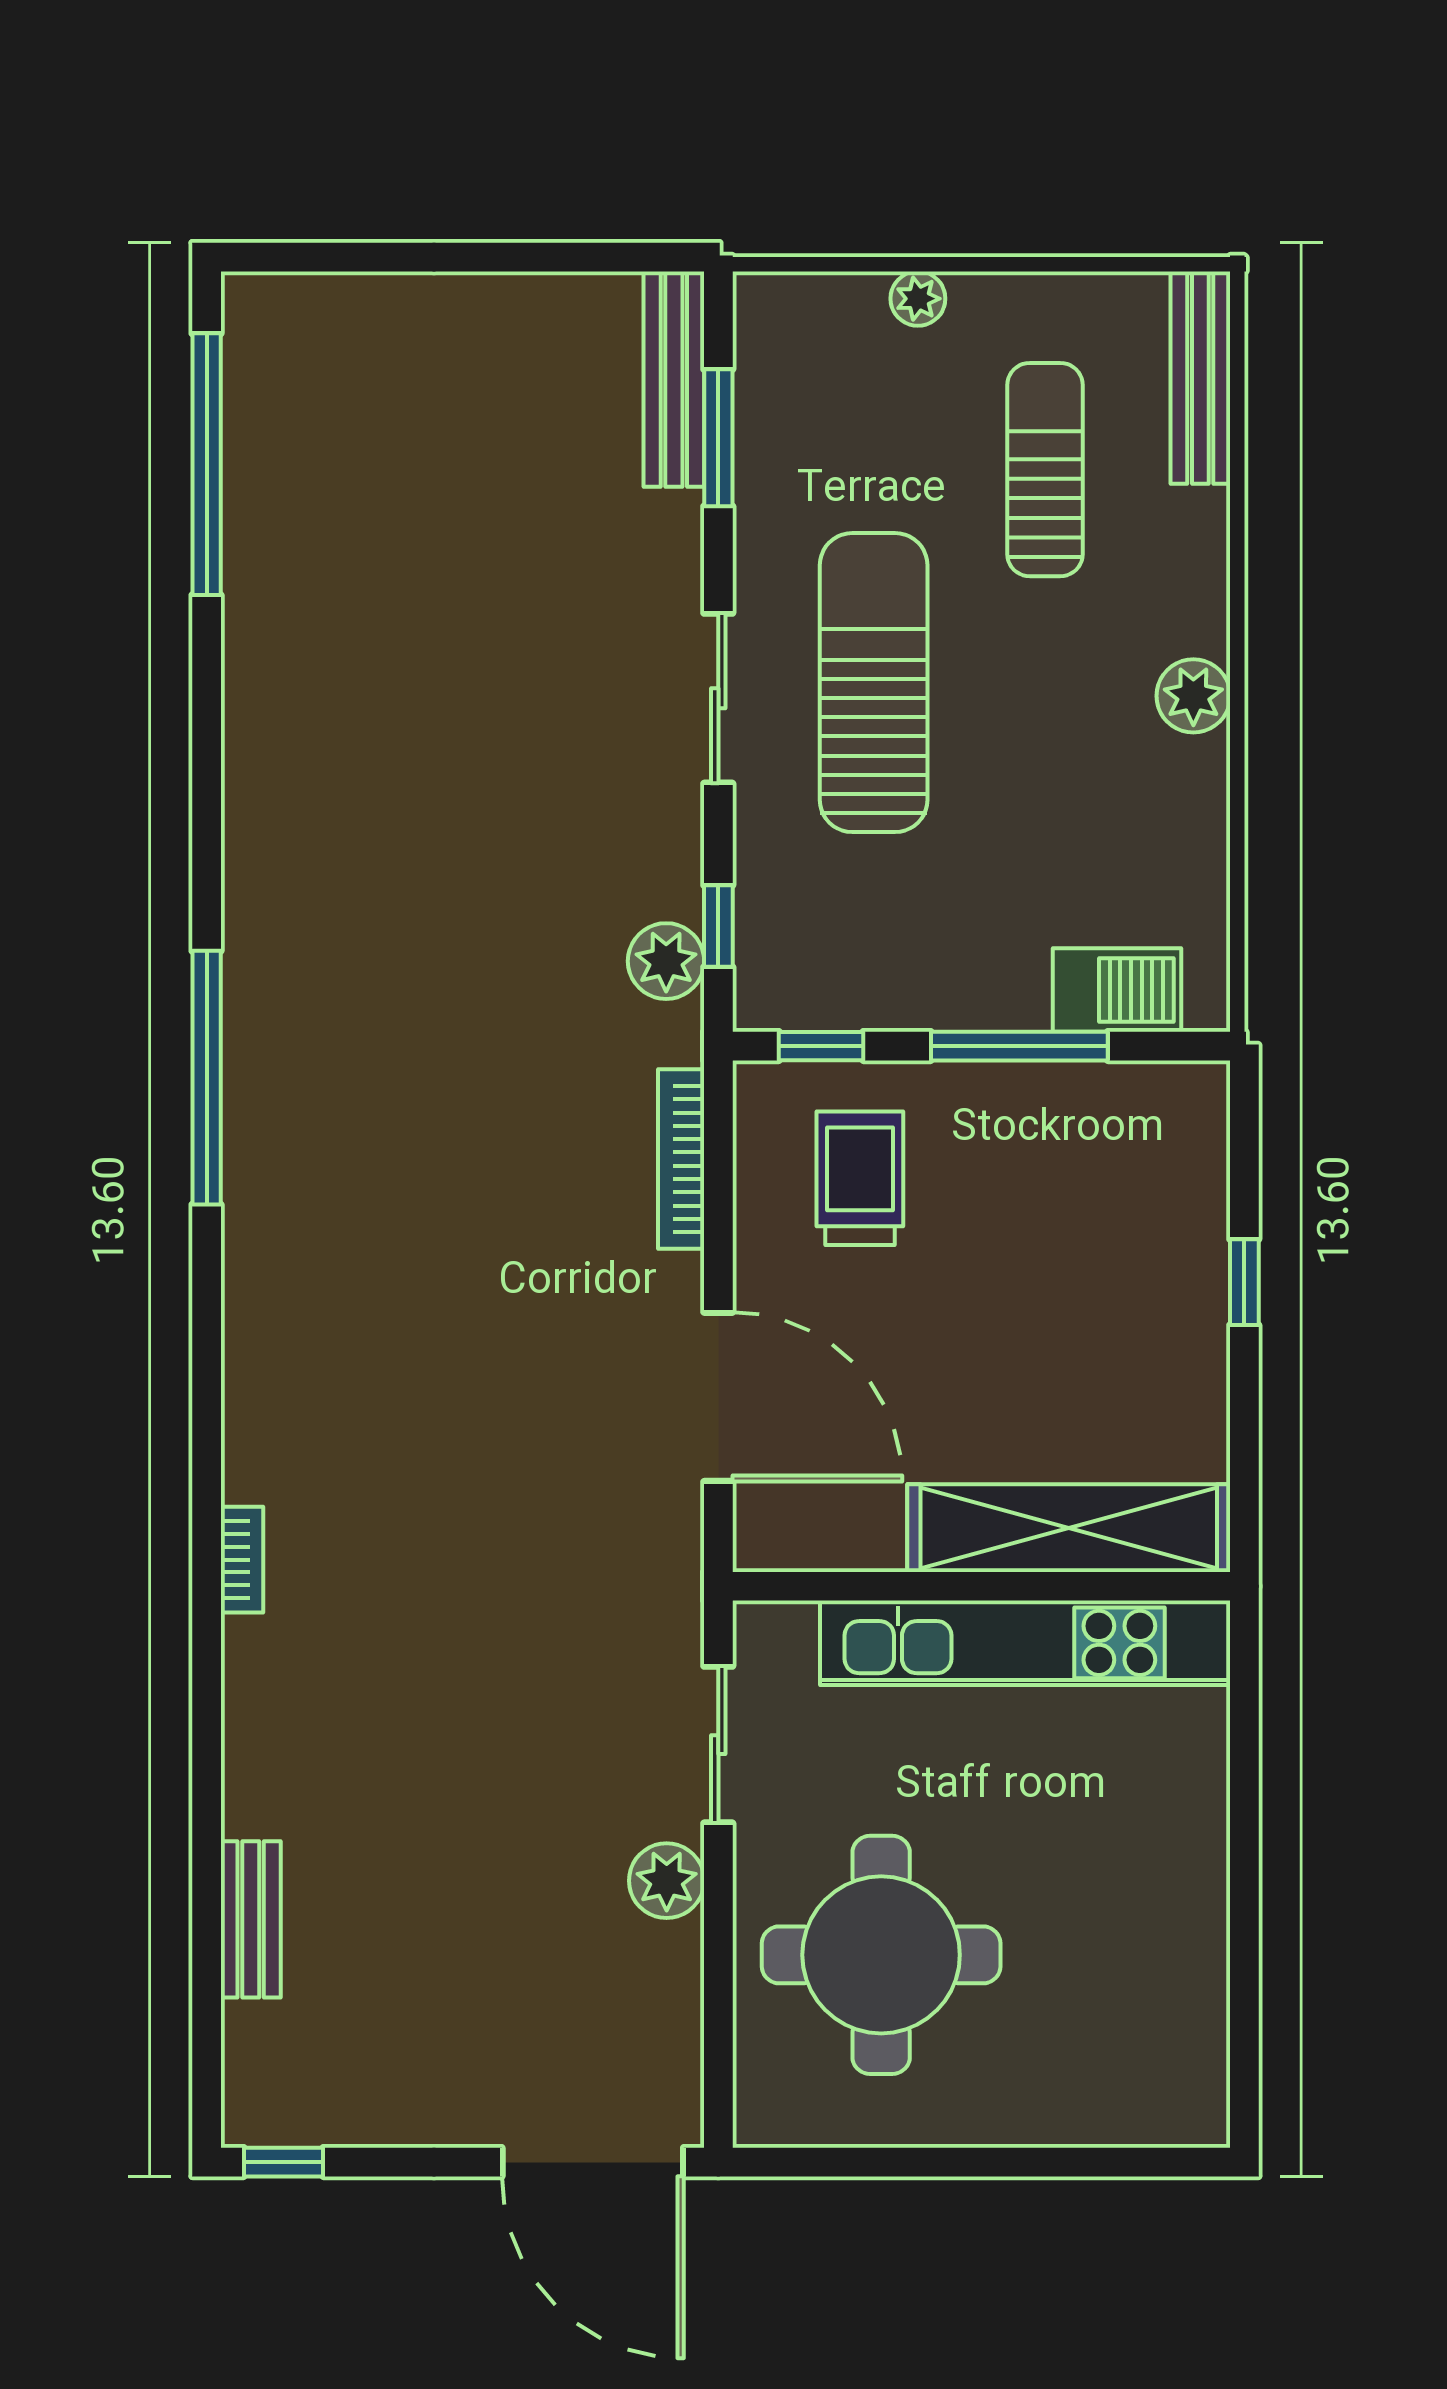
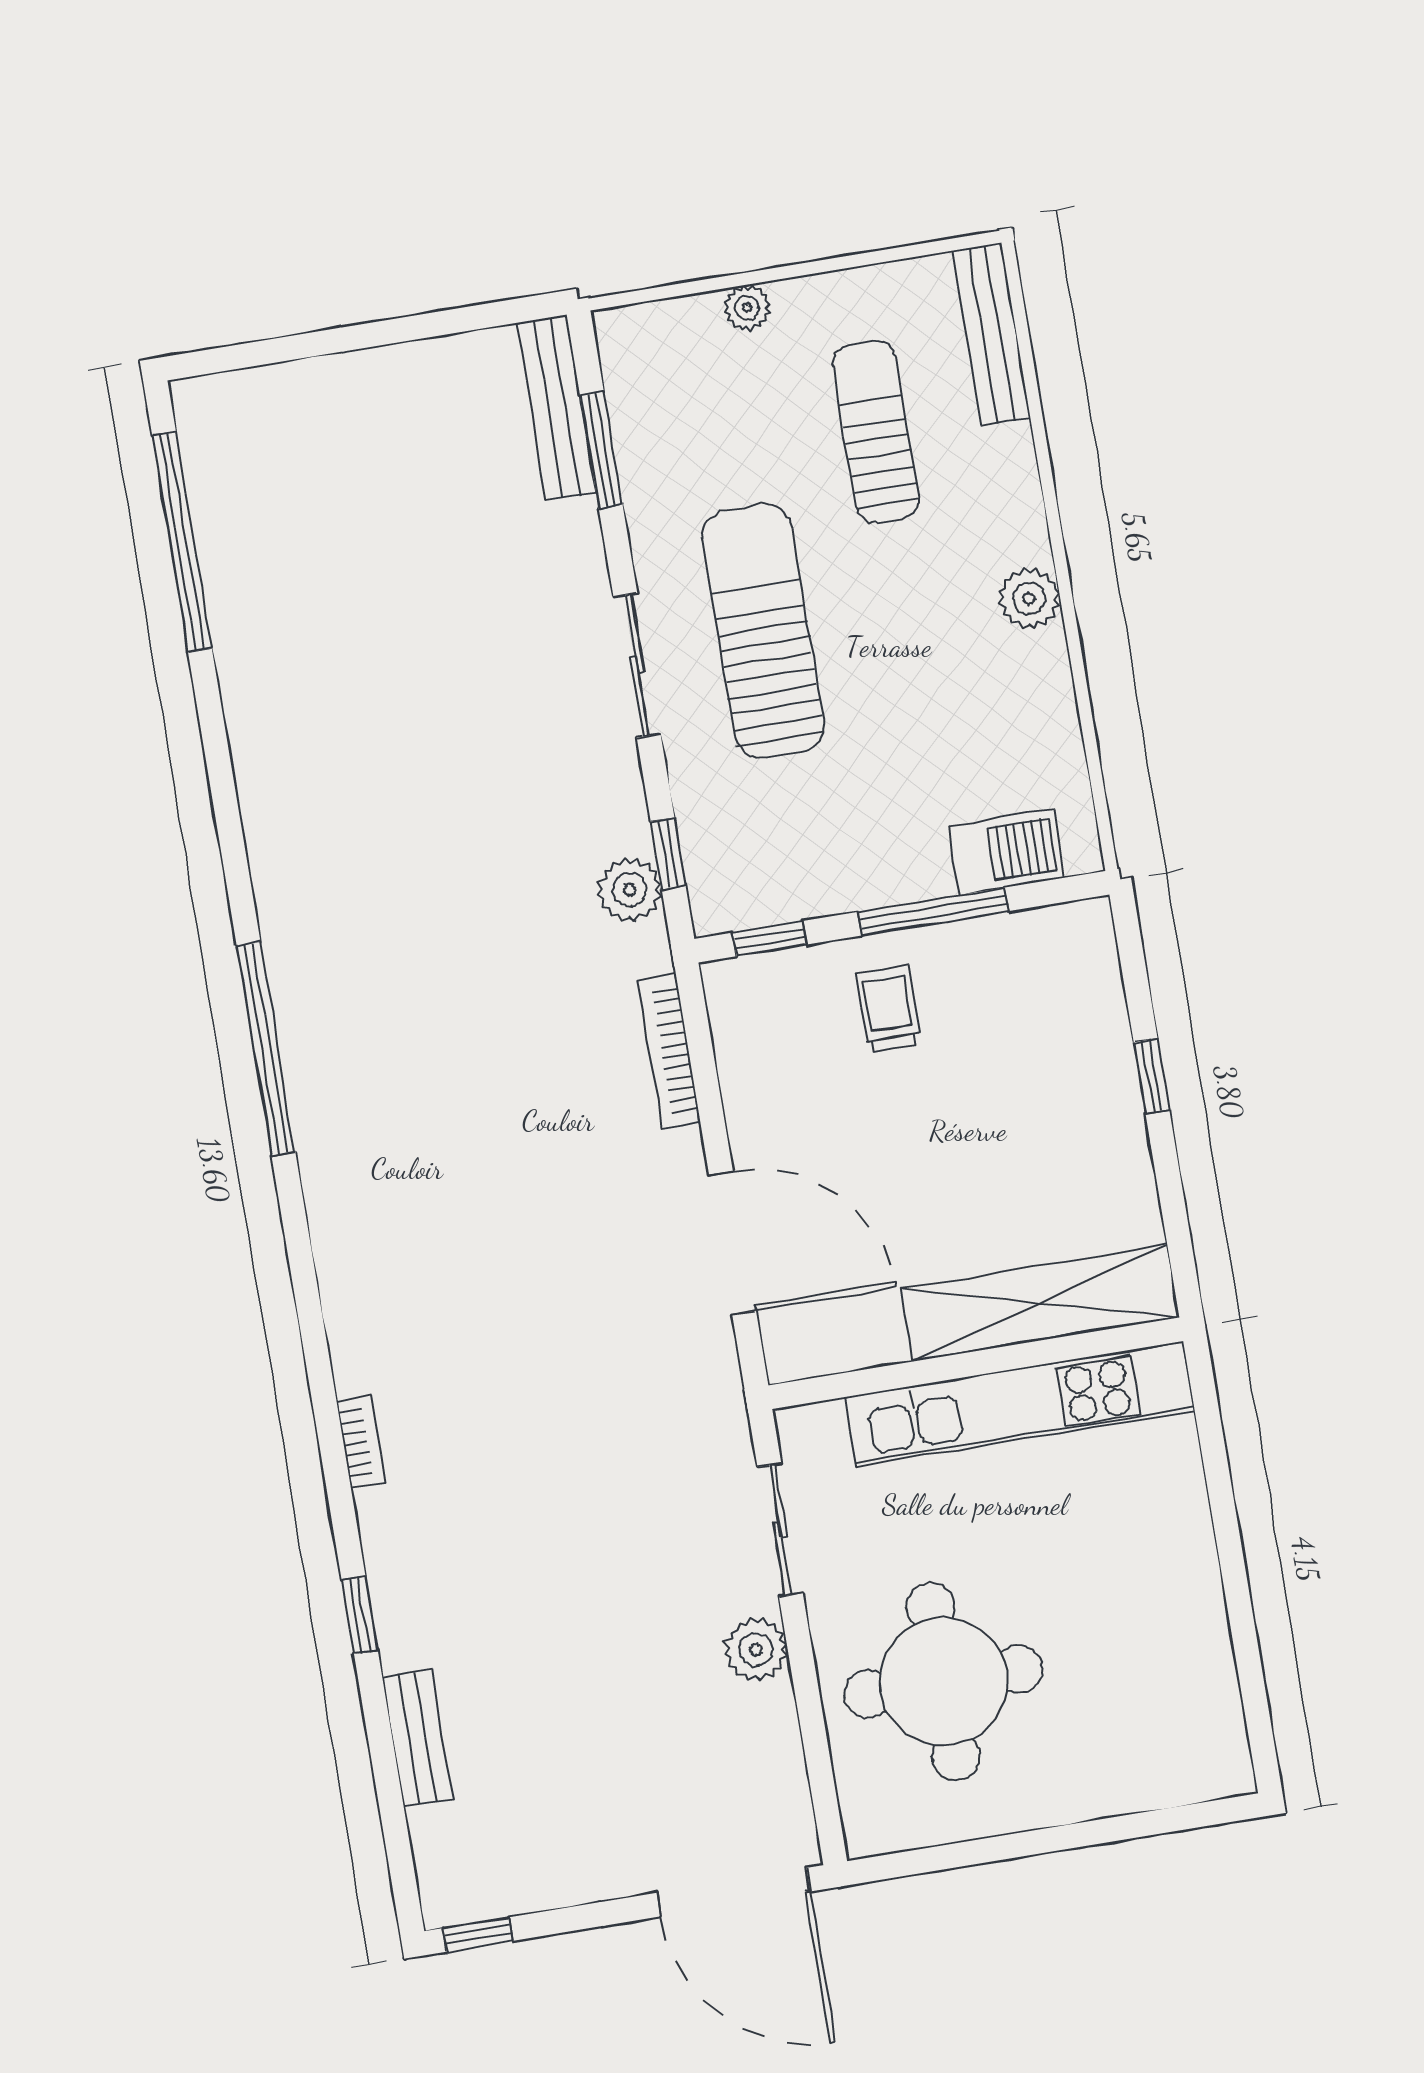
trolley: (860, 1178) -> (889, 1009), moved, width x0.73, depth x0.72
window: (207, 1763) -> (360, 1615), added

